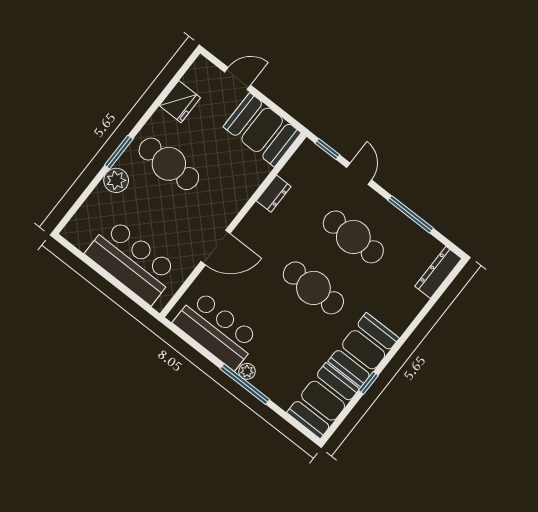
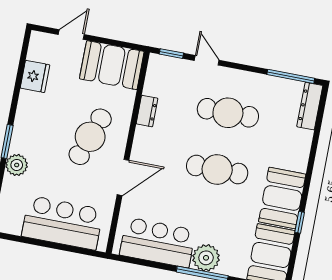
cafe table: (169, 164) -> (90, 137), moved, turned -70
window: (411, 214) -> (291, 76), moved
plant: (247, 371) -> (206, 258), width x1.88, depth x1.88

